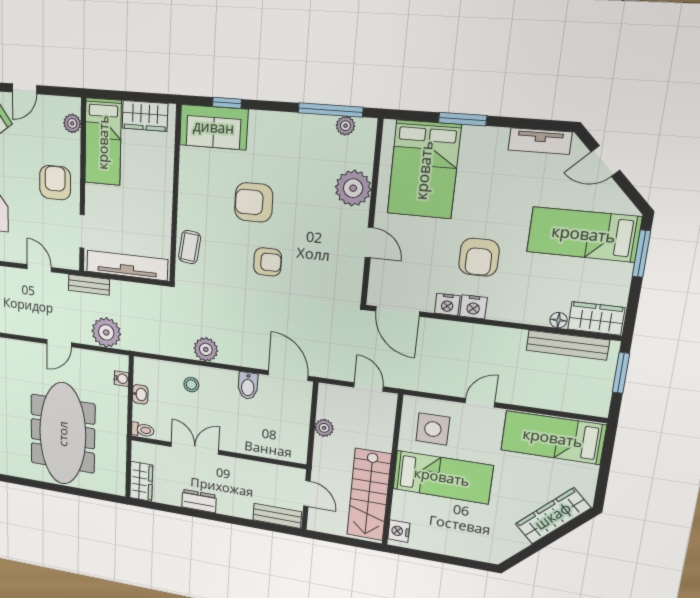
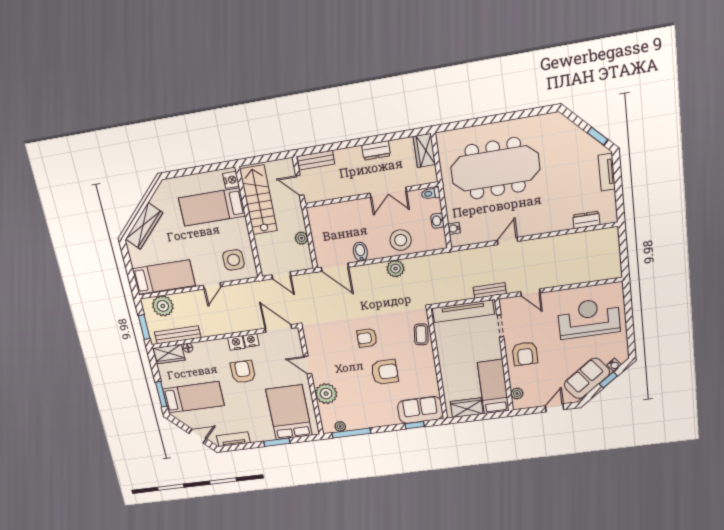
plant: (106, 332) -> (163, 306), moved
stool: (191, 385) -> (401, 240), width x1.89, depth x1.89
meeting table: (63, 434) -> (495, 168), turned 90
bed: (442, 477) -> (212, 207), moved

